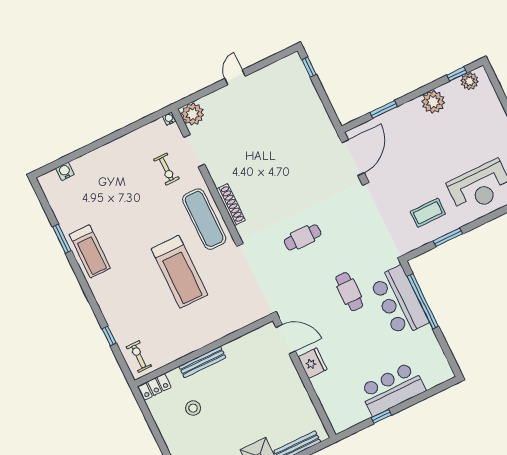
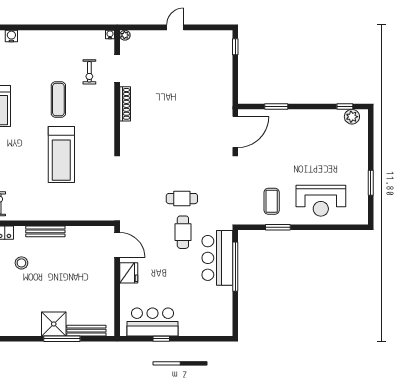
plant: (433, 102) -> (317, 119), removed
plant: (193, 114) -> (125, 35), width x0.53, depth x0.53
shoe rack: (231, 205) -> (125, 104), moved
coffee table: (428, 213) -> (272, 201), turned 90
exercise mat: (204, 219) -> (58, 100), moved, width x0.73, depth x0.69
cafe table: (303, 237) -> (182, 199), moved
bar counter: (392, 389) -> (153, 322), moved

